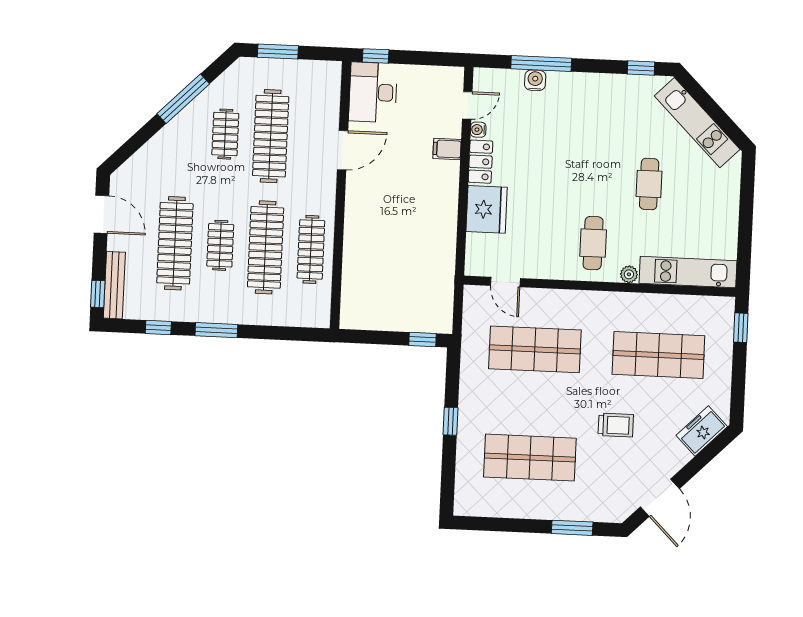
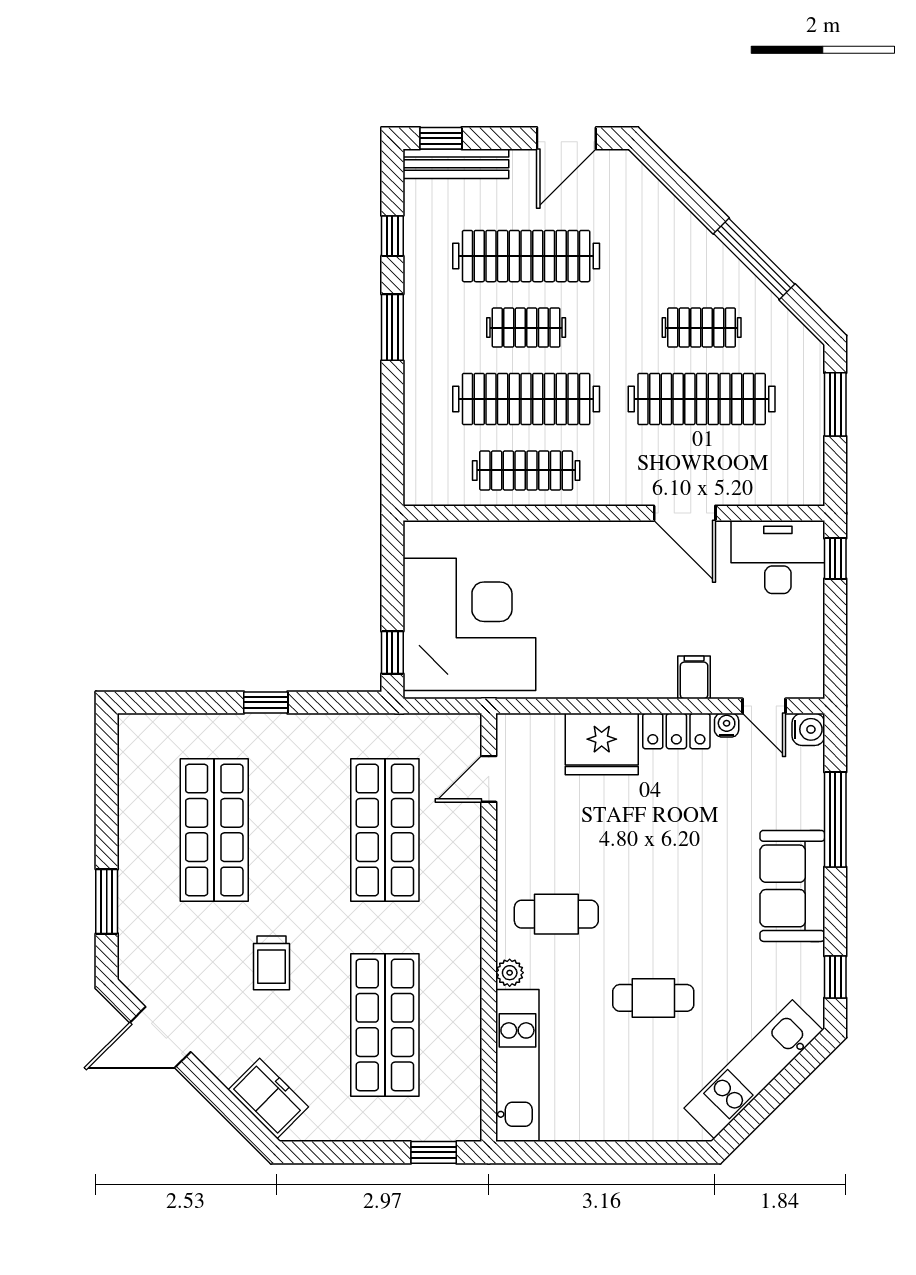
water cooler: (535, 80) -> (808, 729), moved
sofa: (582, 93) -> (792, 886), added
corner desk: (407, 290) -> (469, 624), added

